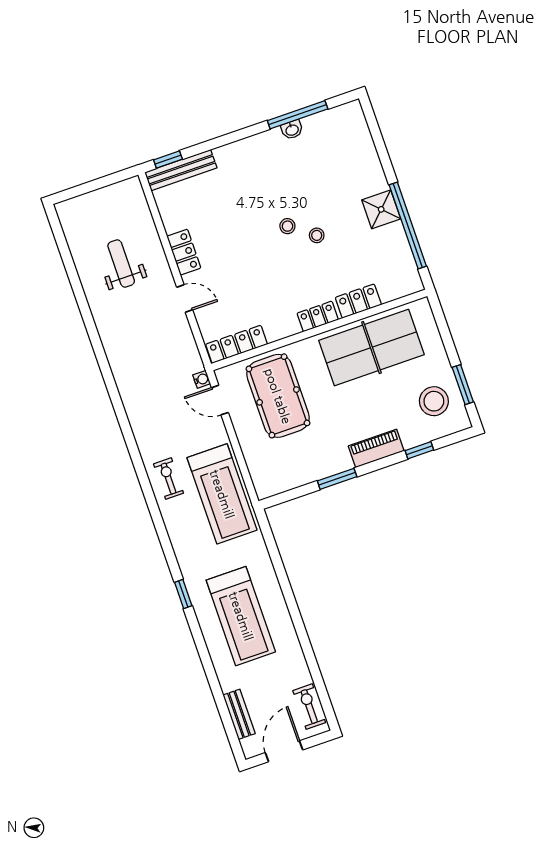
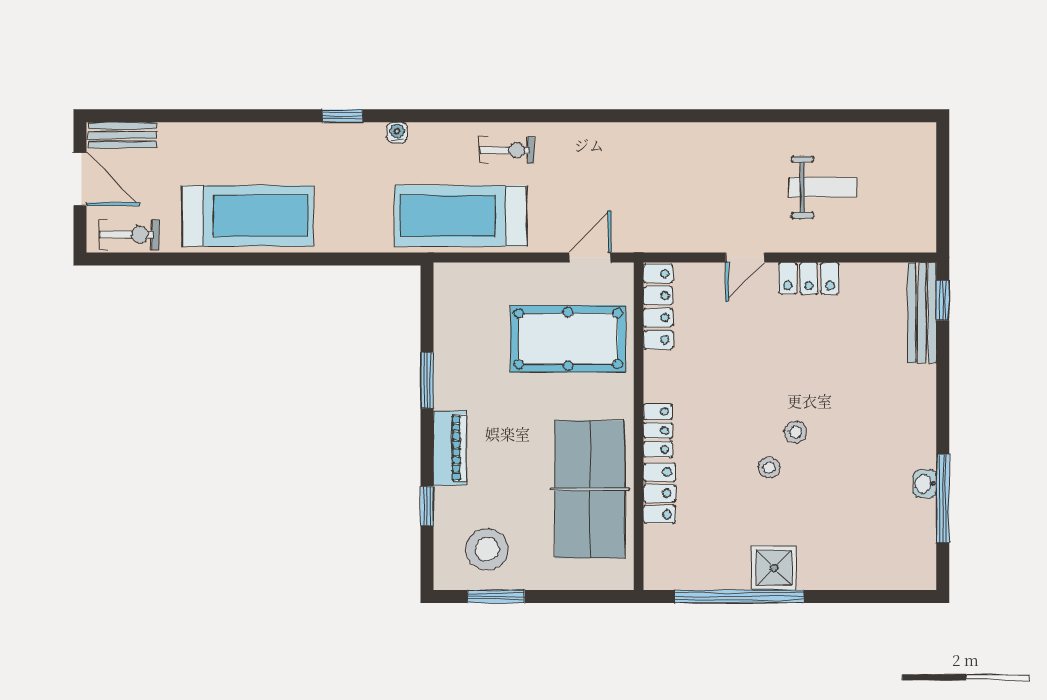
water cooler: (202, 379) -> (397, 132), moved, turned 180
treadmill: (241, 616) -> (248, 216), moved, turned 180
bench: (239, 714) -> (122, 135), moved

